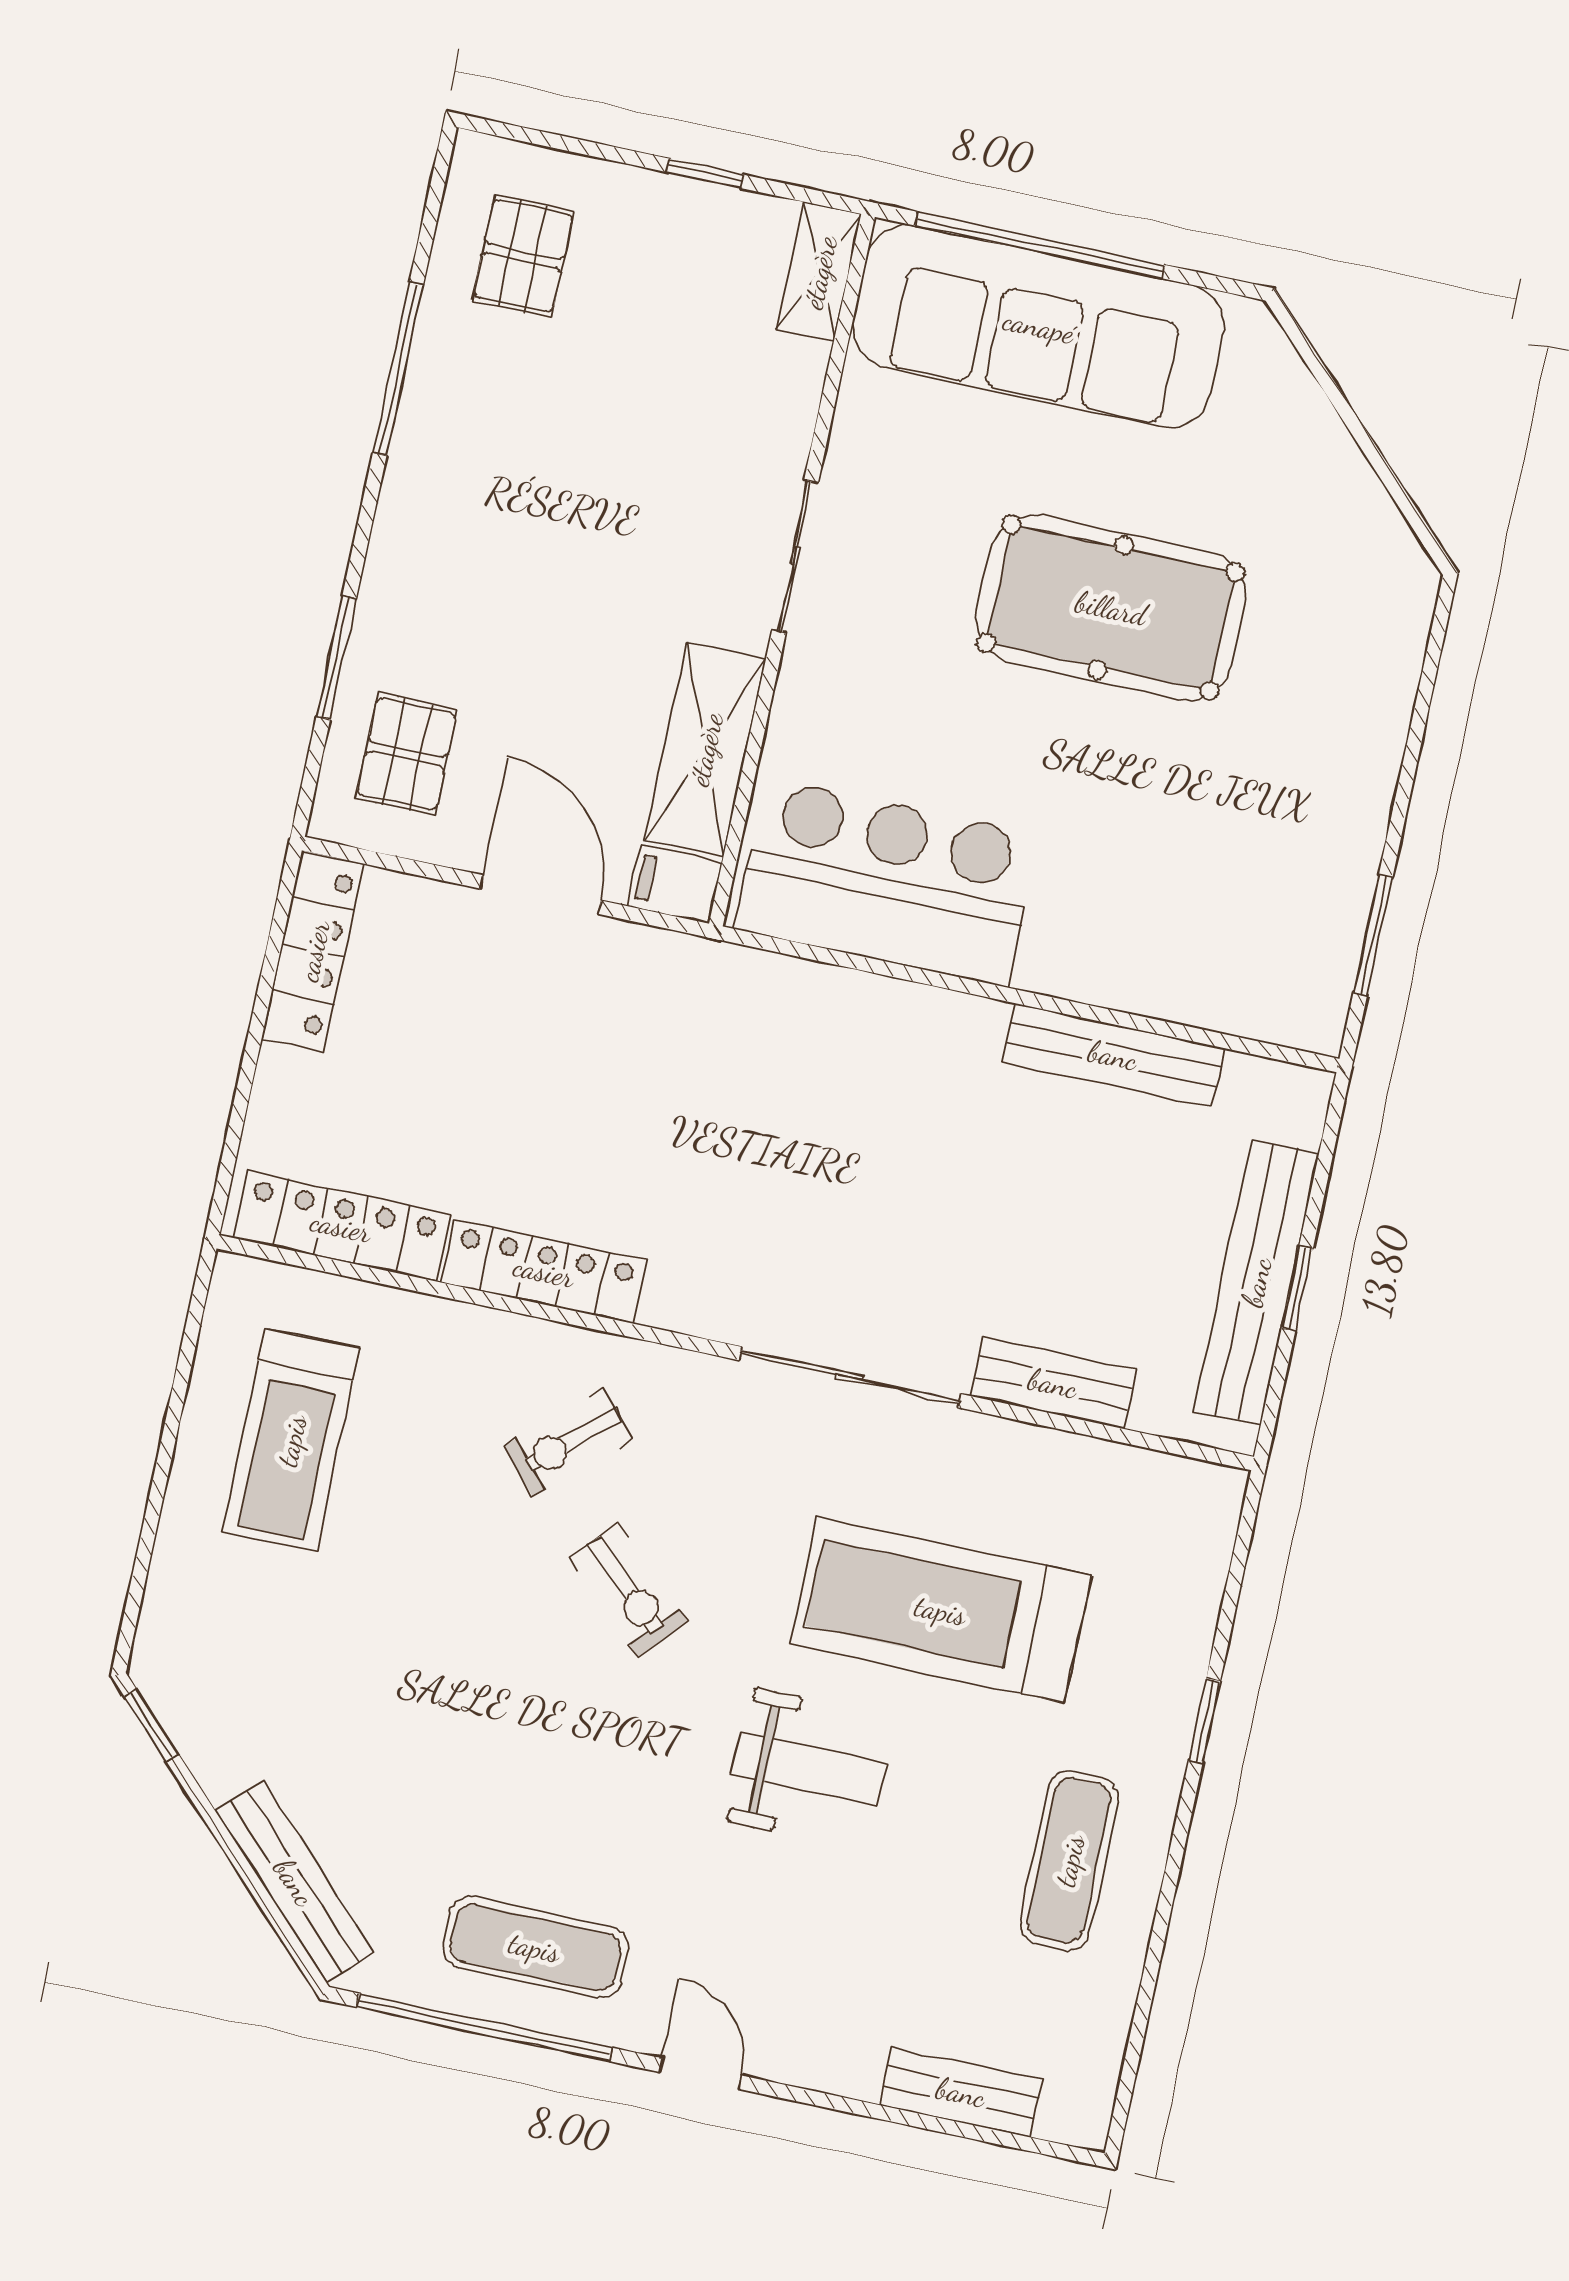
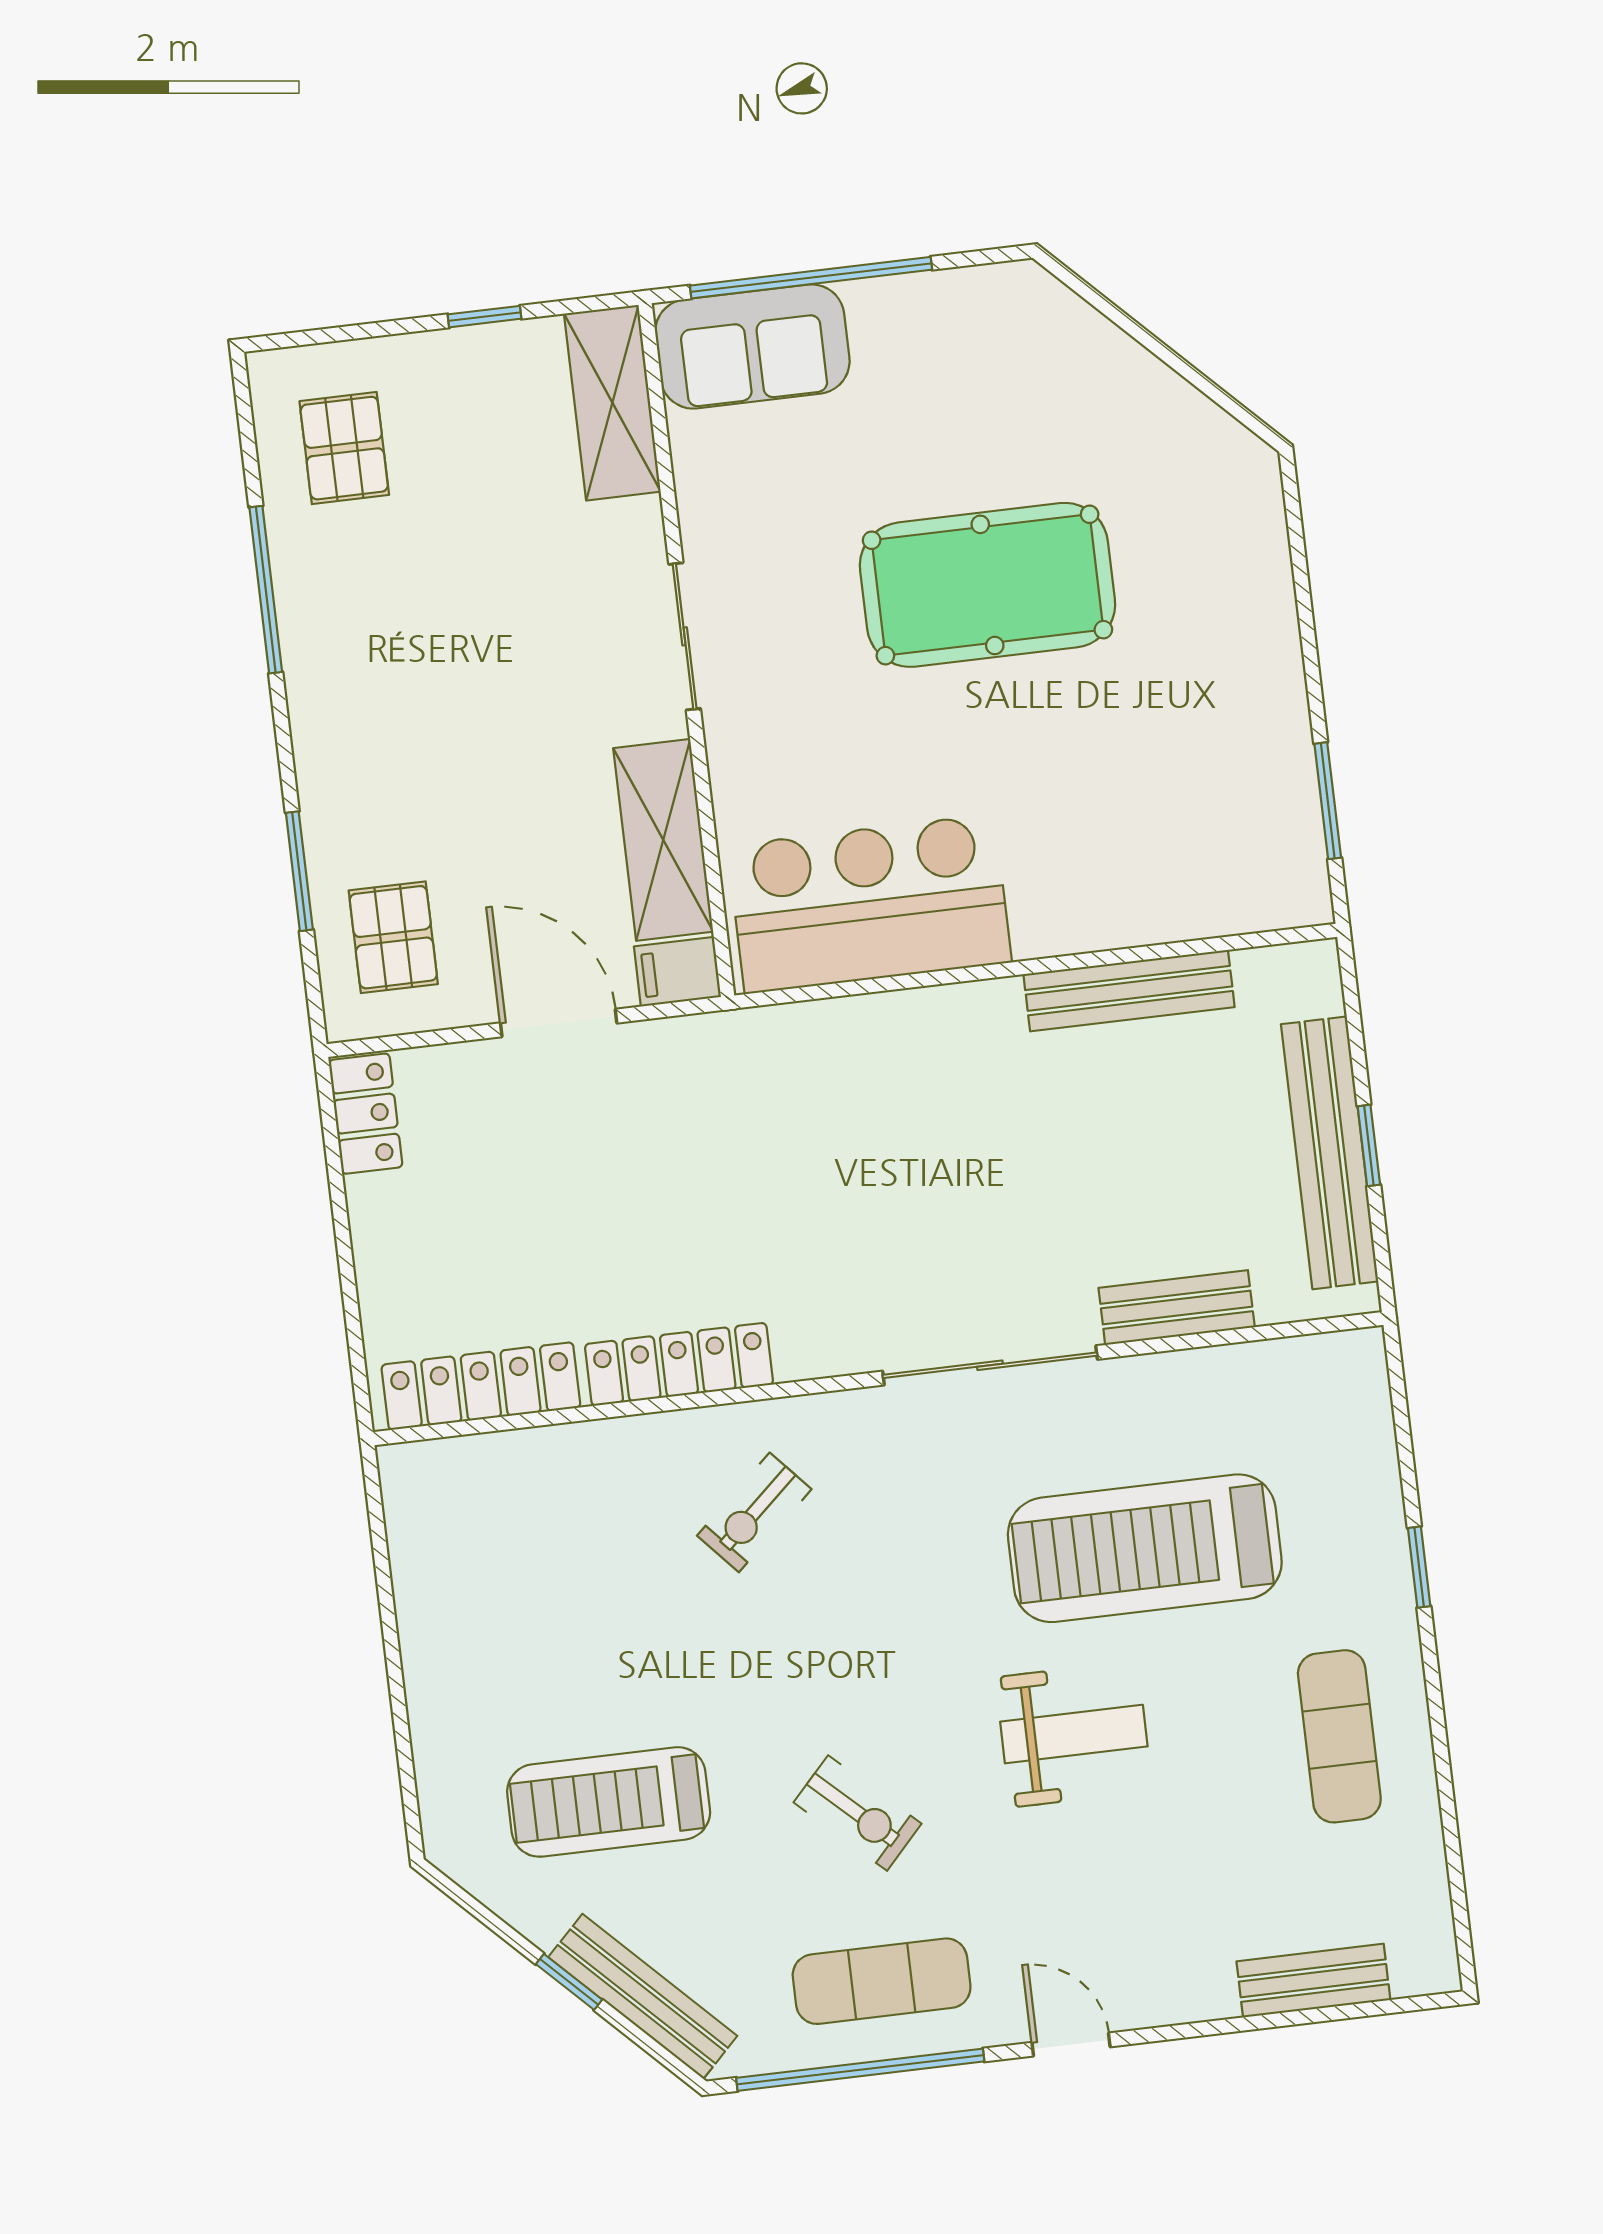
shelving: (819, 272) -> (612, 403), width x1.50, depth x1.33
sofa: (1039, 326) -> (752, 347), width x0.54, depth x0.79
locker: (313, 951) -> (366, 1114), width x0.66
treadmill: (291, 1440) -> (609, 1802), moved, turned 90
exercise bike: (628, 1590) -> (858, 1813), moved
window: (152, 1725) -> (569, 1982), moved

